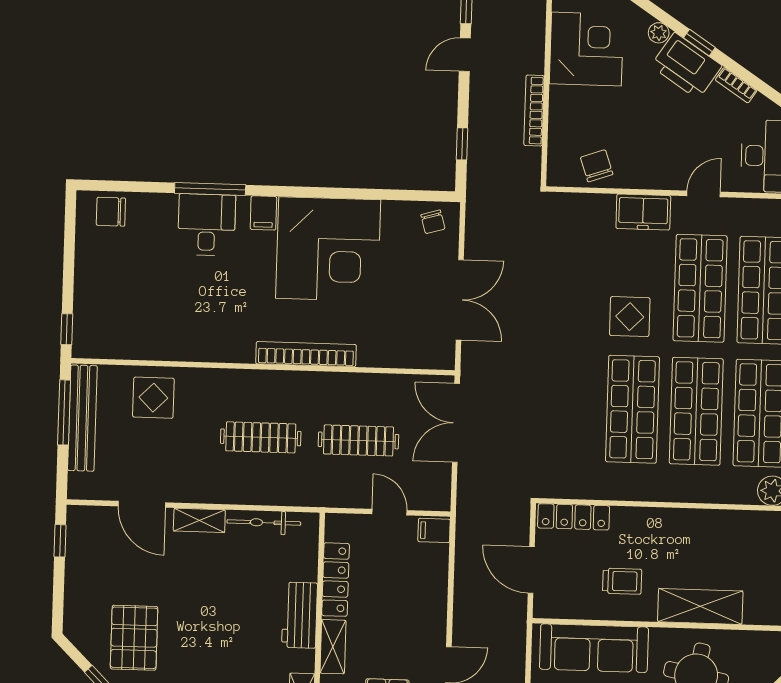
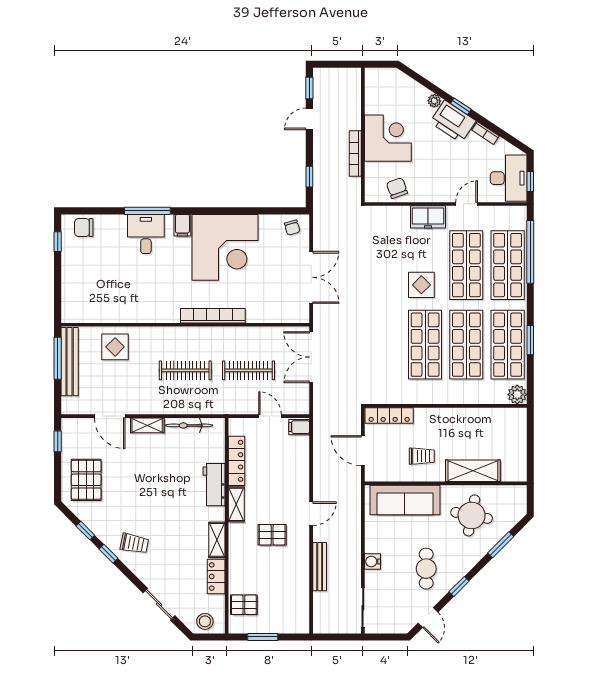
corner desk: (586, 49) -> (388, 138), moved
window: (67, 329) -> (58, 242), moved
pallet: (134, 638) -> (86, 480), moved

